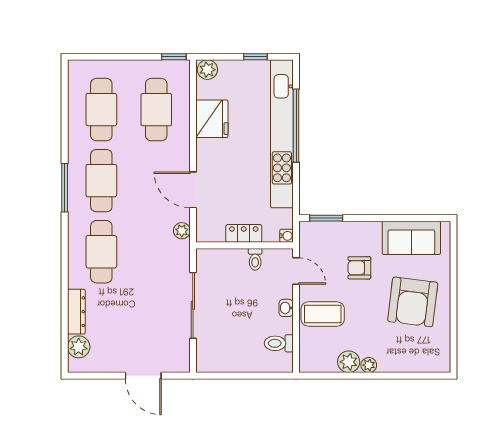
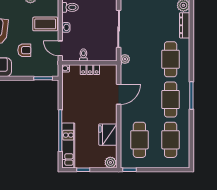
kitchen unit: (282, 134) -> (68, 145), width x0.54
door: (193, 190) -> (119, 94), hinge flipped
plant: (182, 231) -> (125, 59), moved

